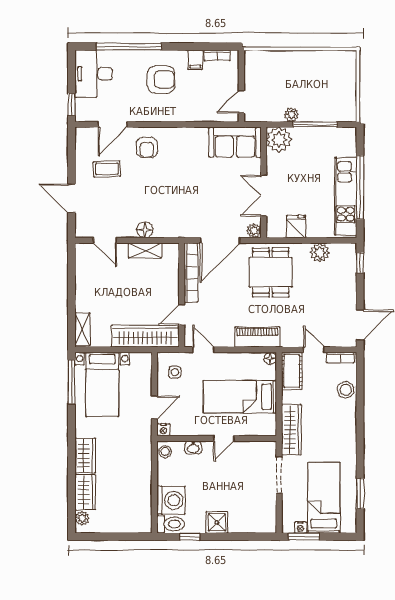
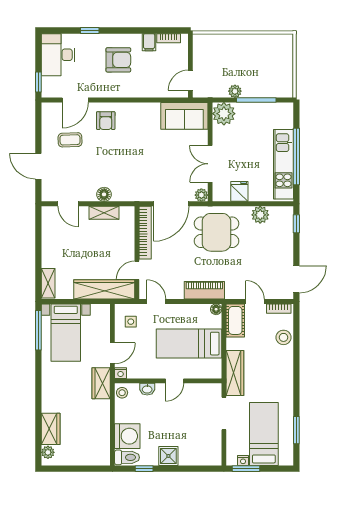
window: (129, 47) -> (90, 31), width x0.32
dining table: (271, 272) -> (216, 232), turned 90
wardrobe: (85, 456) -> (101, 383), moved, turned 180

